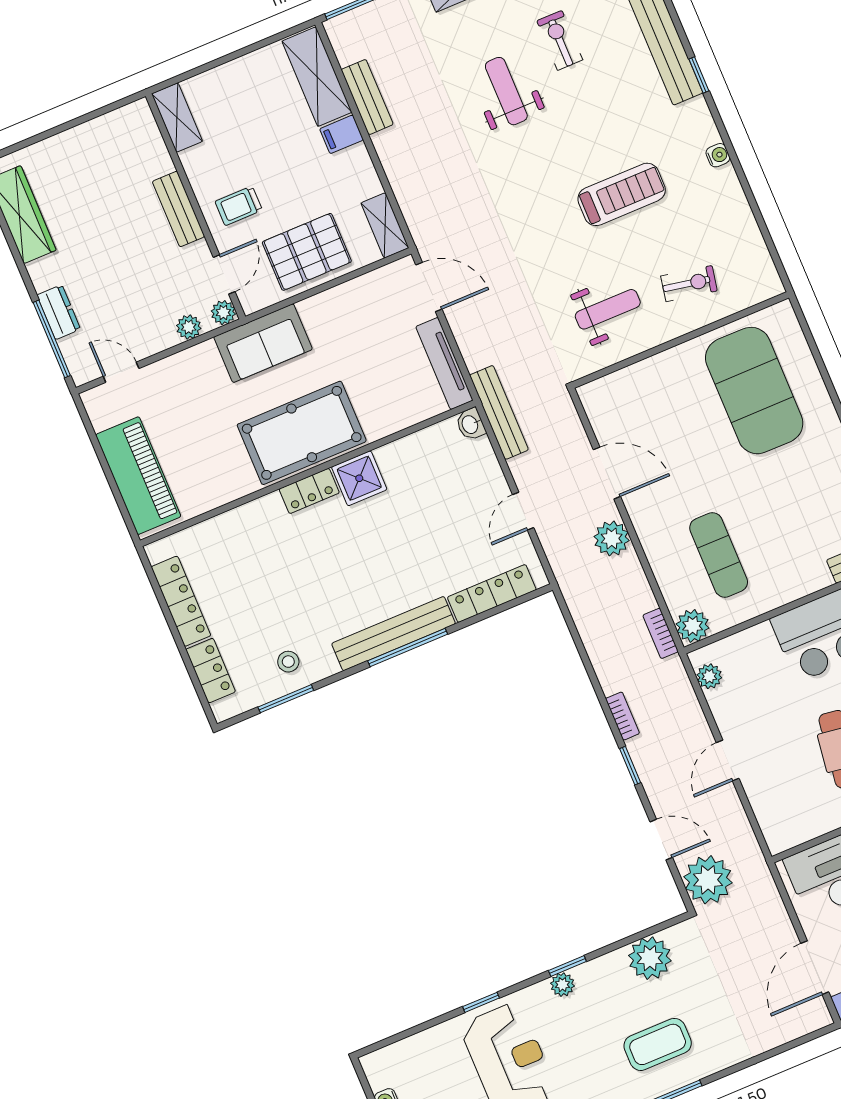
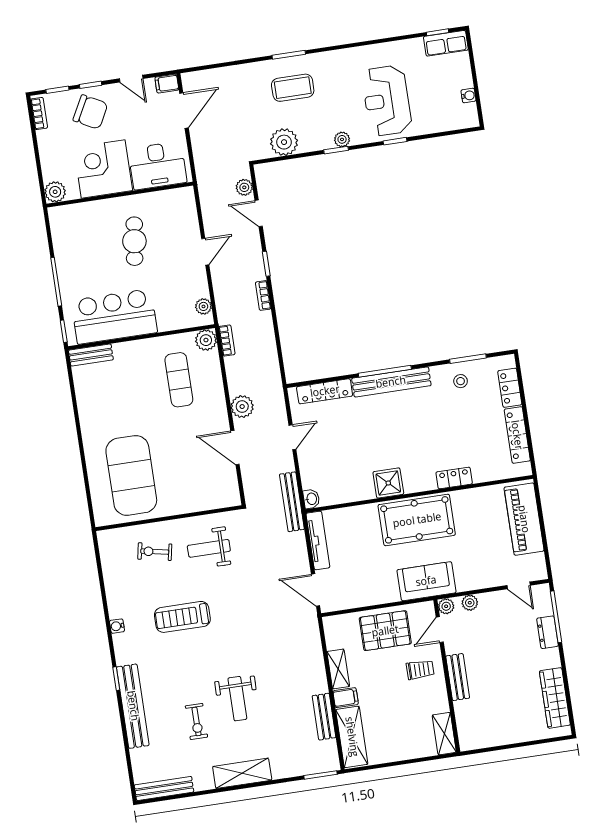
shelving: (385, 225) -> (338, 669), moved
locker: (309, 491) -> (454, 478), moved
plant: (708, 880) -> (244, 187), width x0.53, depth x0.53

